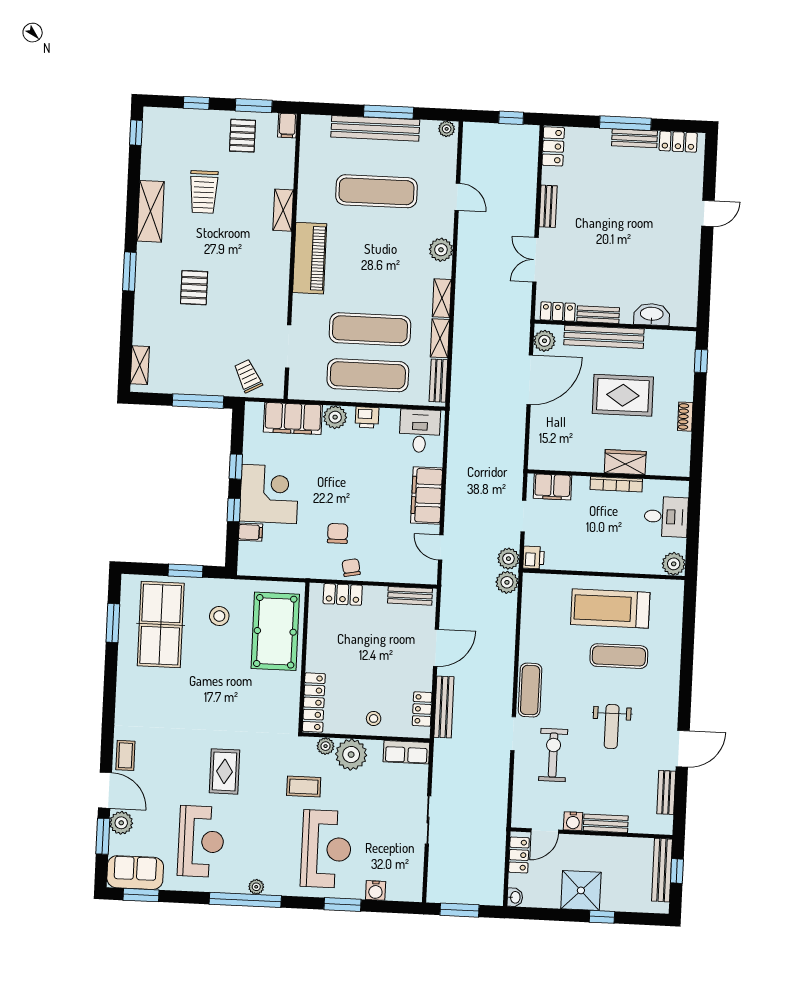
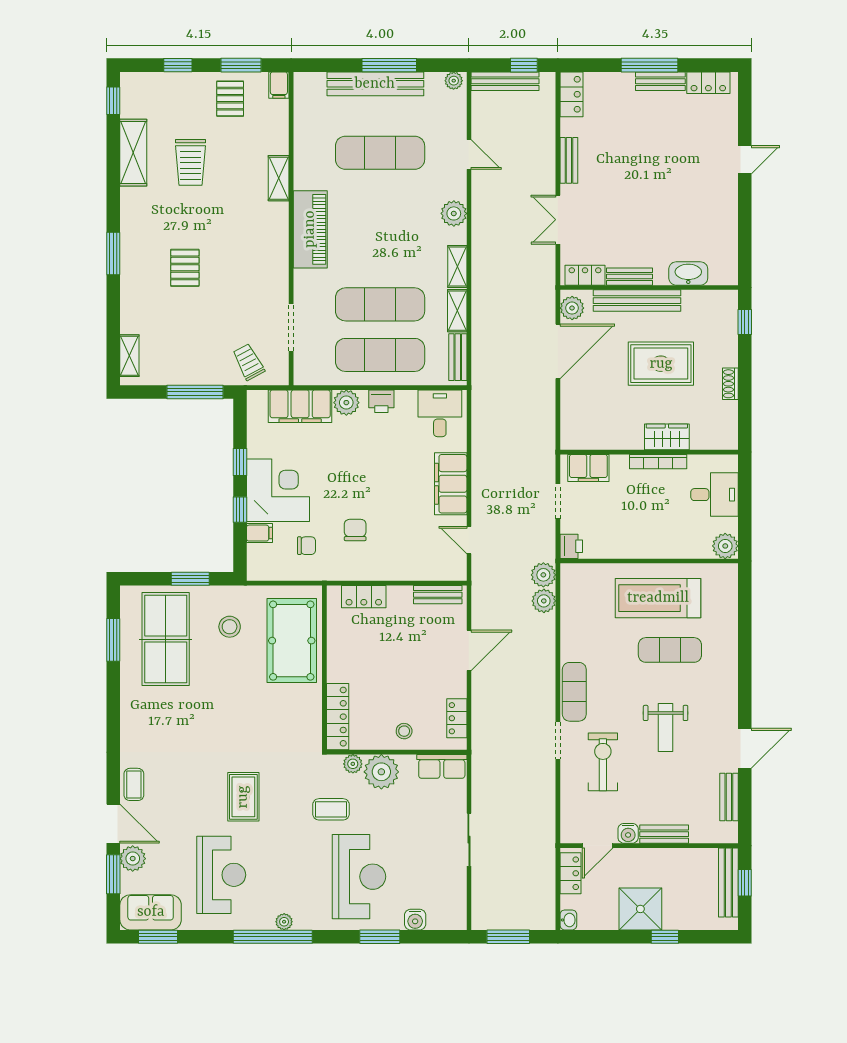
shelving: (151, 211) -> (133, 153), moved
plant: (508, 559) -> (544, 601), moved
chair: (351, 568) -> (307, 546), moved, turned 101
bench: (444, 707) -> (505, 81), moved, turned 90

